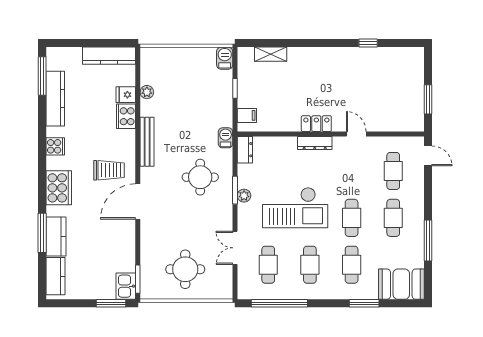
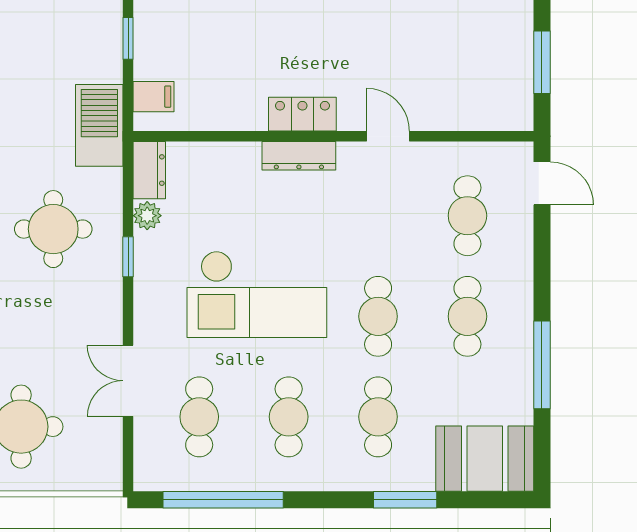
barbecue: (226, 138) -> (99, 125), width x1.88, depth x1.53
window: (235, 190) -> (128, 257), width x0.67
plant: (244, 196) -> (147, 216), moved

